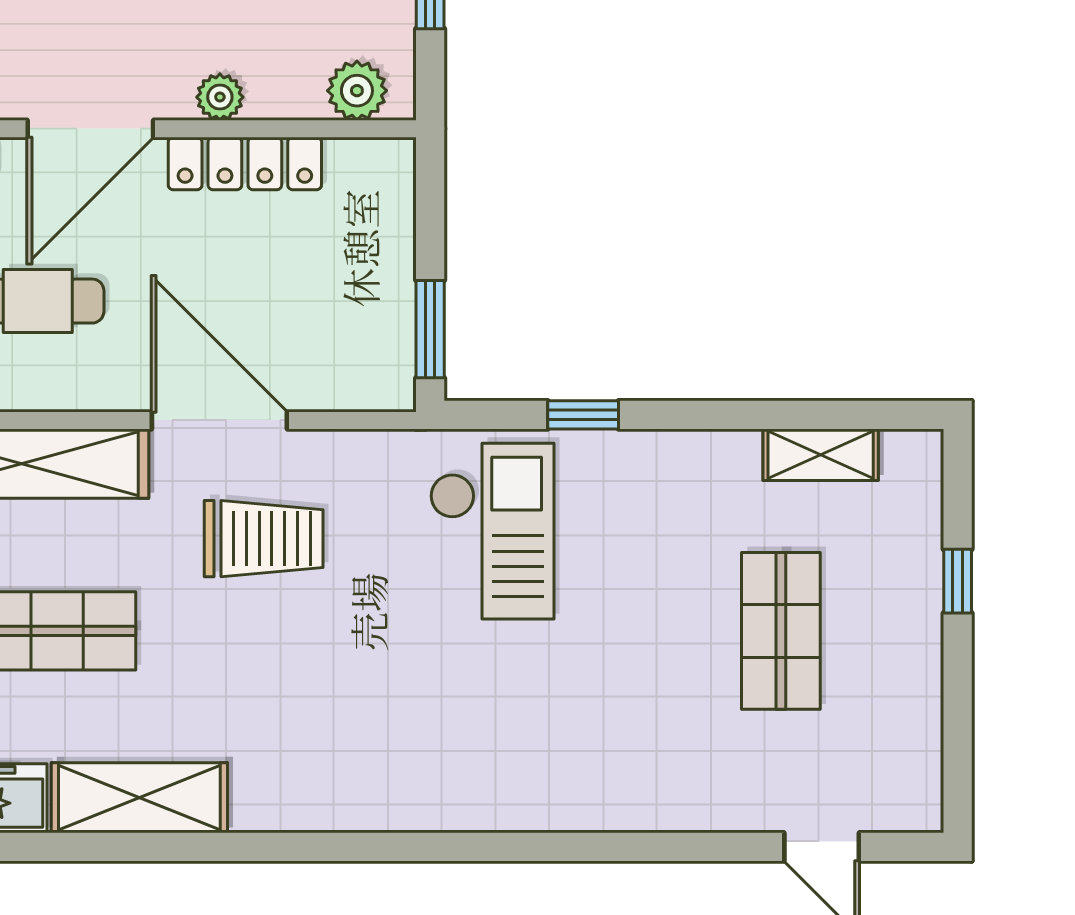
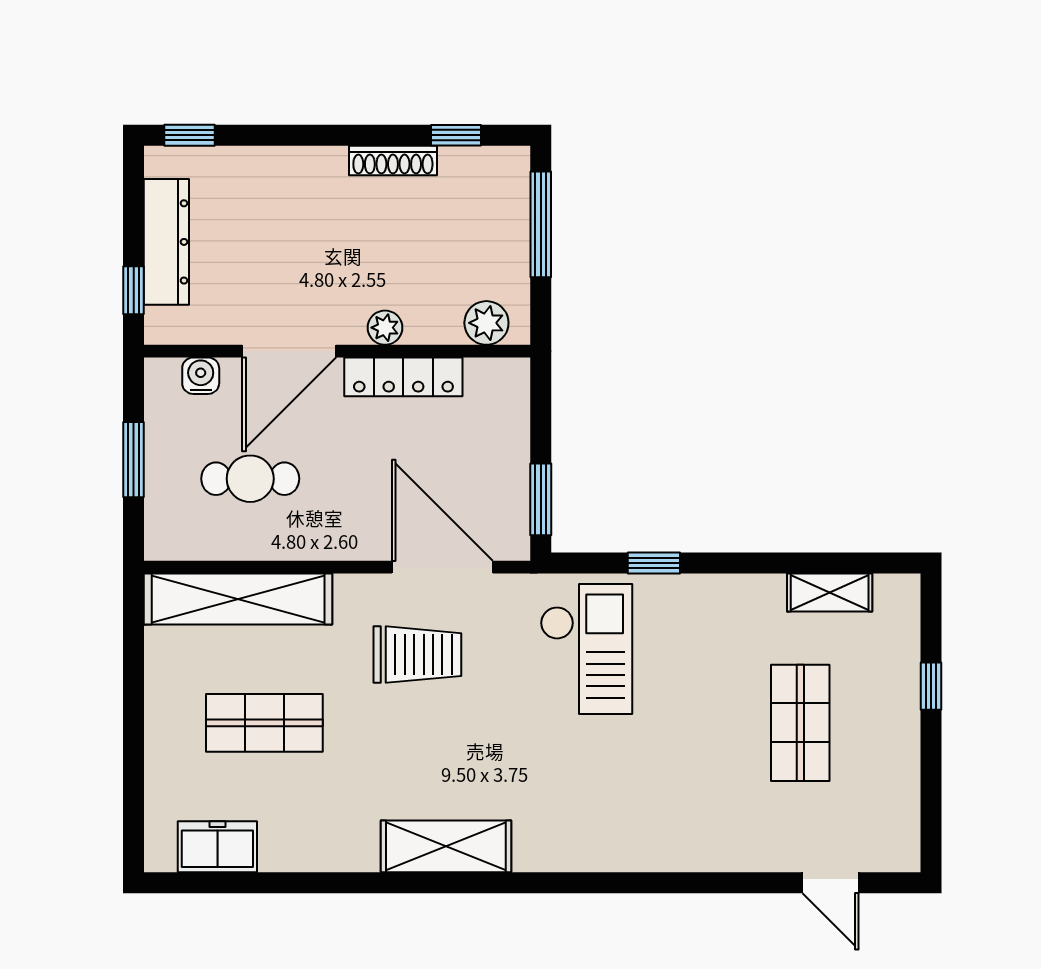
door: (219, 420) -> (442, 567), moved
shelving: (139, 798) -> (446, 846), moved

